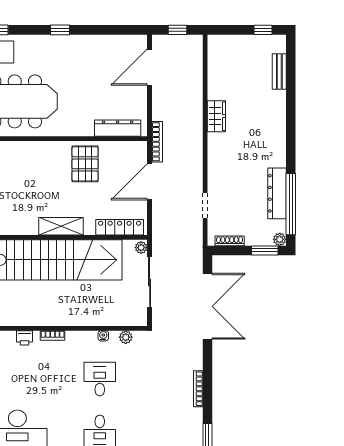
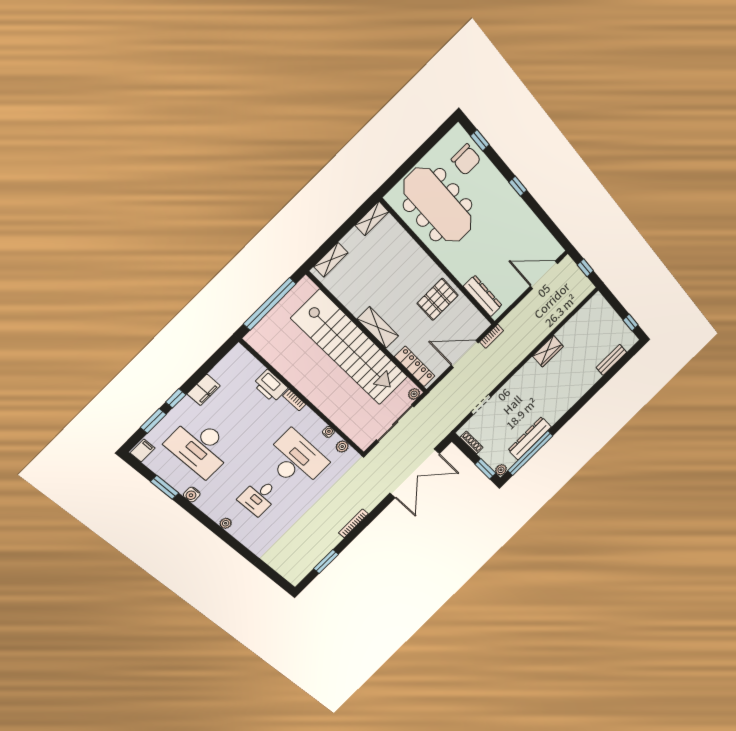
bookcase: (157, 142) -> (492, 336), width x0.64
printer: (24, 338) -> (270, 386), width x1.87, depth x1.48
desk: (100, 379) -> (296, 460), width x1.87, depth x1.30

